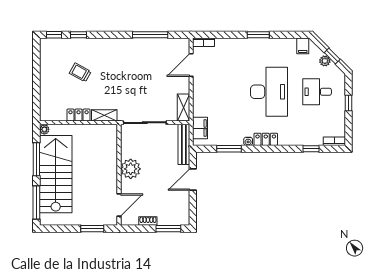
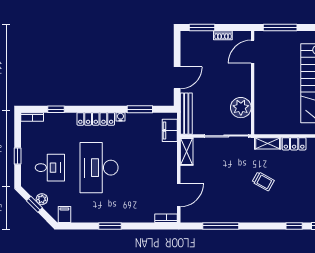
trolley: (80, 72) -> (263, 181), moved
locker: (266, 139) -> (96, 119), width x1.53
plant: (131, 169) -> (241, 108), moved
window: (92, 229) -> (280, 28), width x1.44

